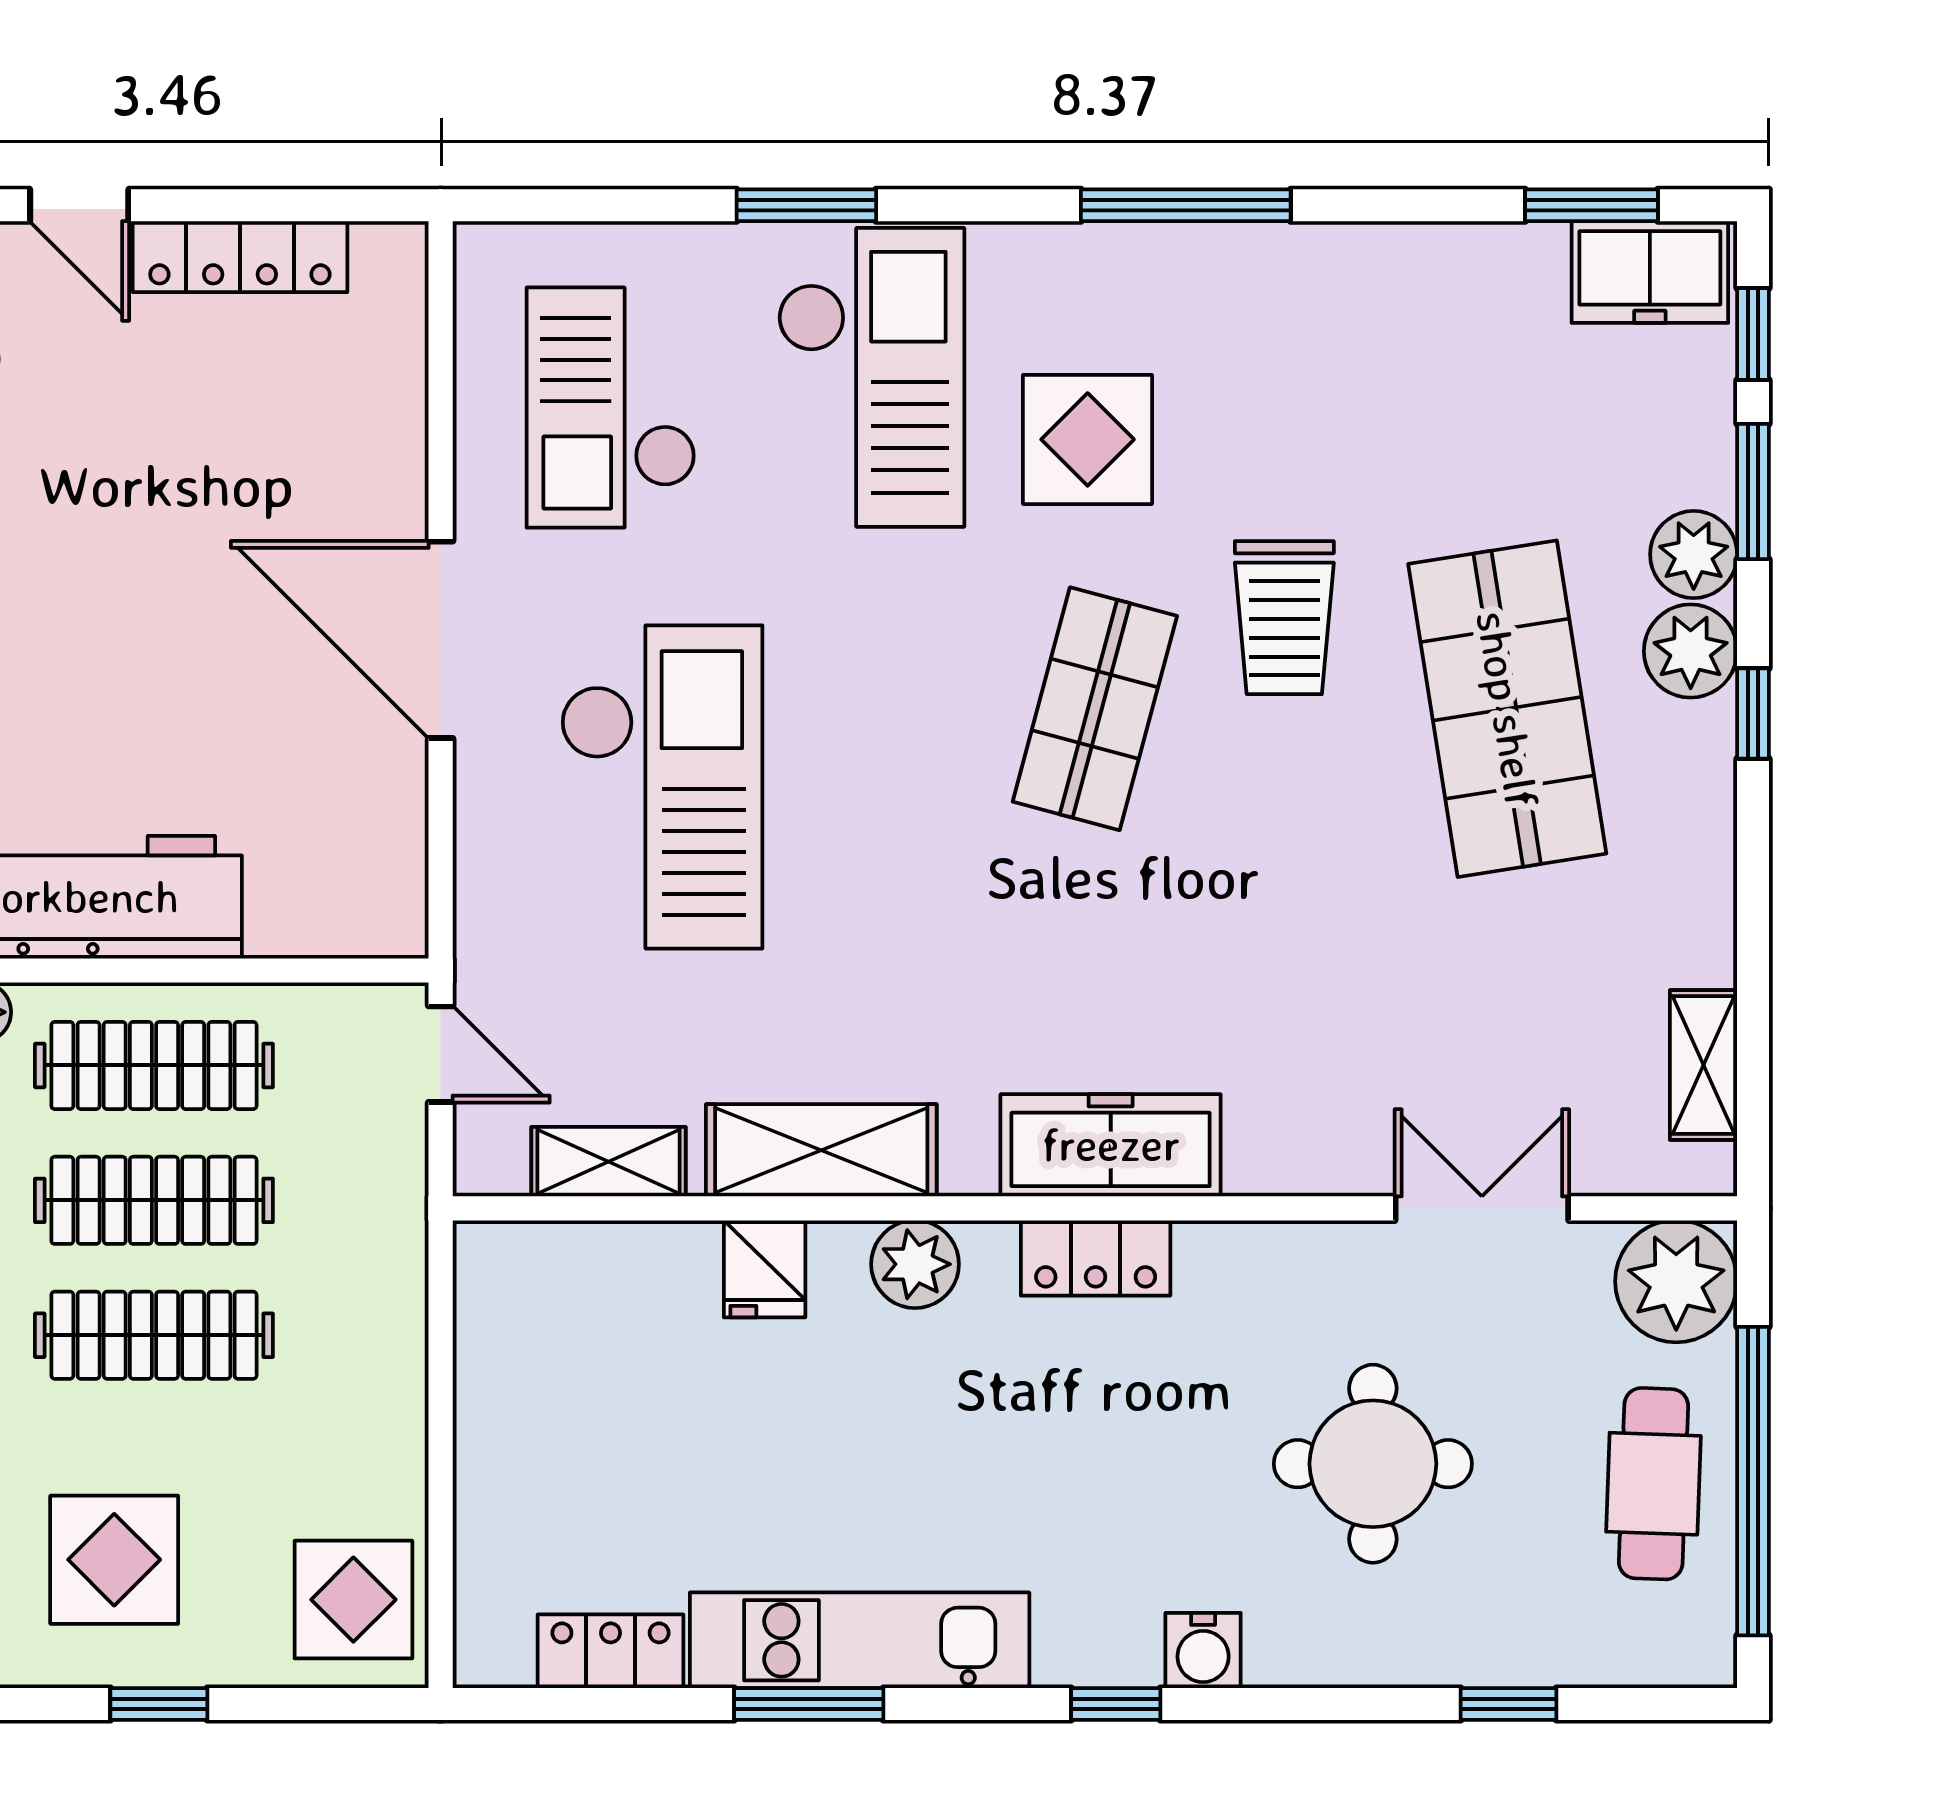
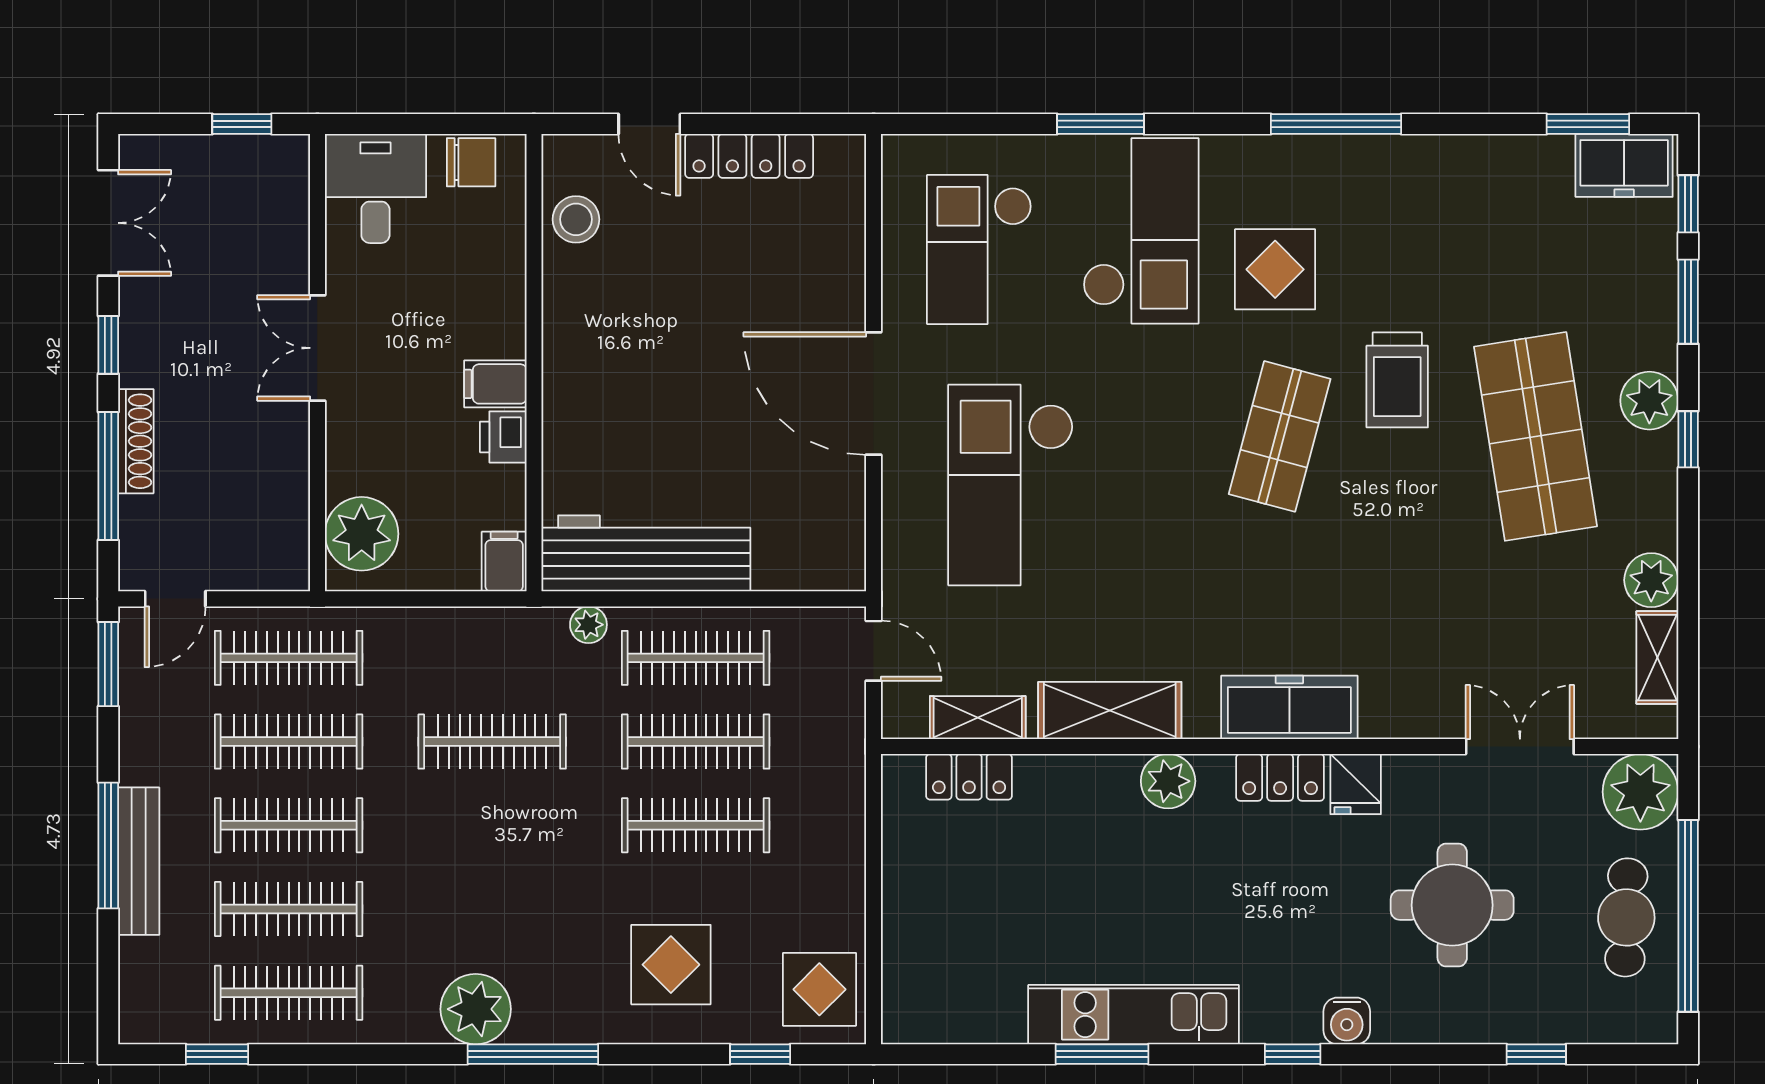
plant: (1694, 554) -> (1651, 580), moved
checkout: (662, 787) -> (1011, 485), turned 180
fridge: (765, 1269) -> (1356, 784), moved
locker: (611, 1651) -> (969, 777), moved, turned 180
window: (159, 1704) -> (760, 1054), moved

